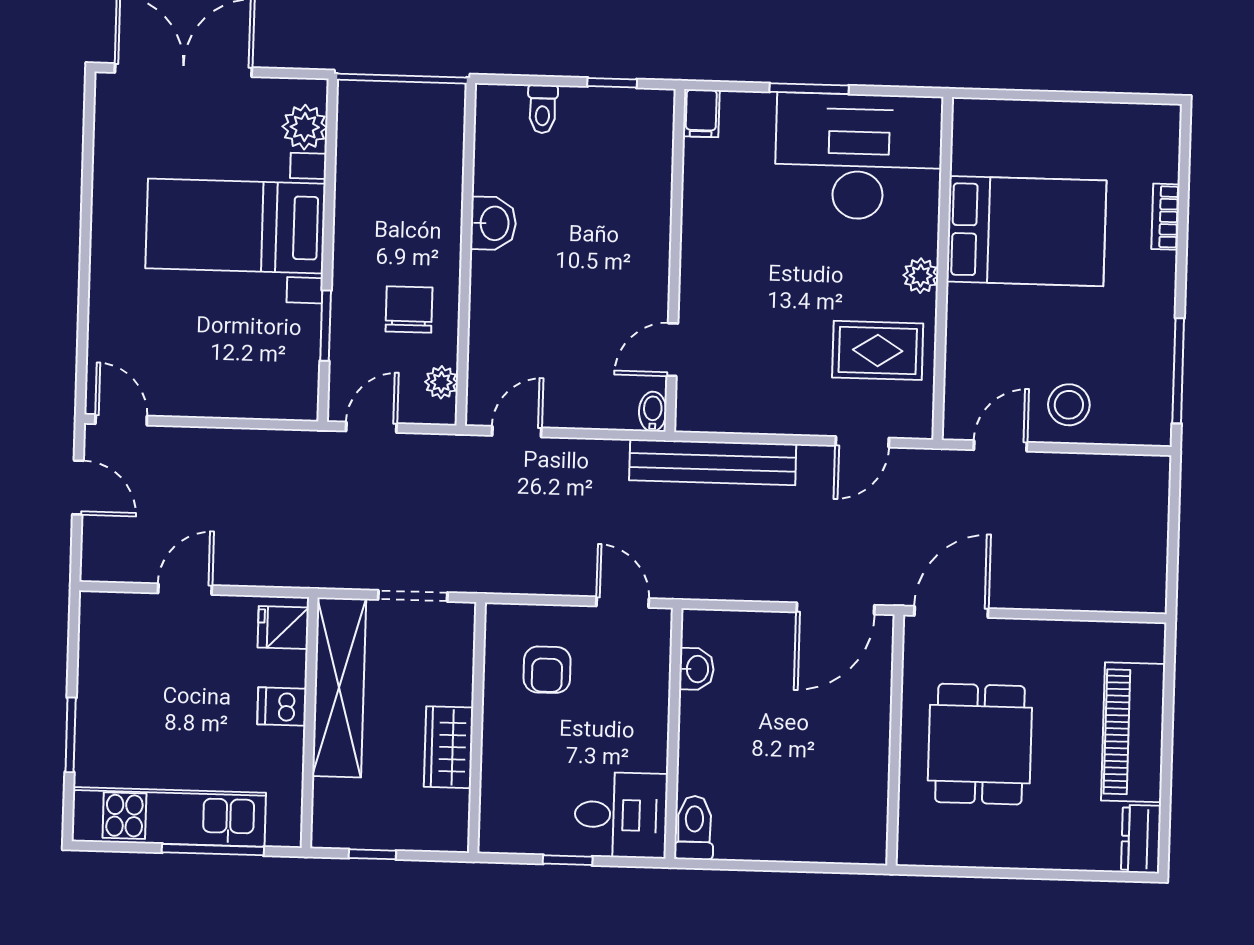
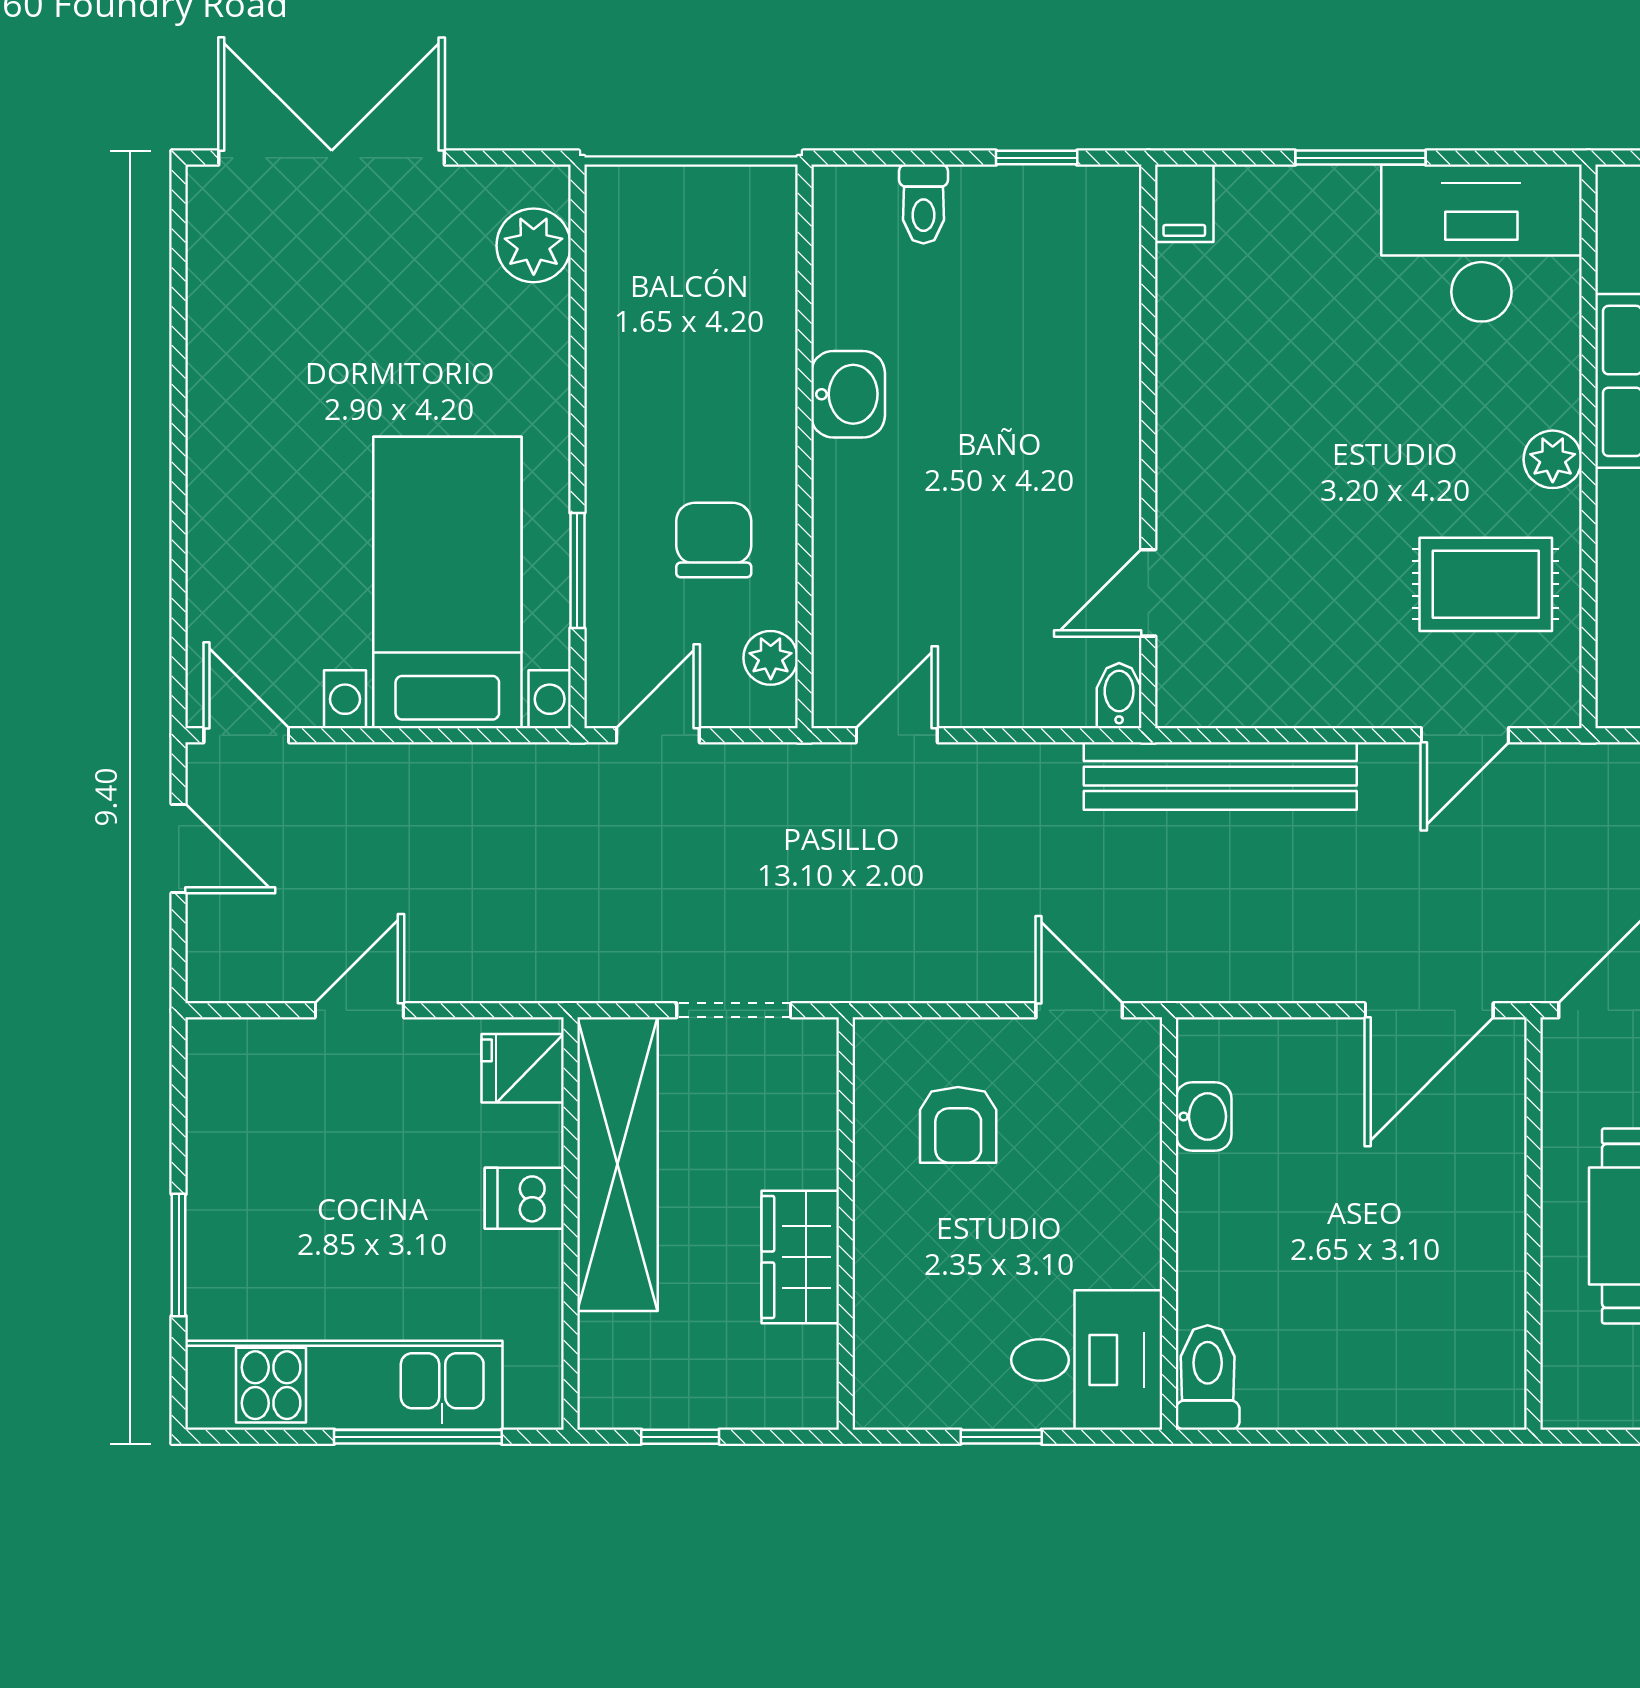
desk: (859, 157) -> (1481, 243), width x0.73, depth x0.77
bed with nightstands: (235, 226) -> (447, 582), moved, turned 90

